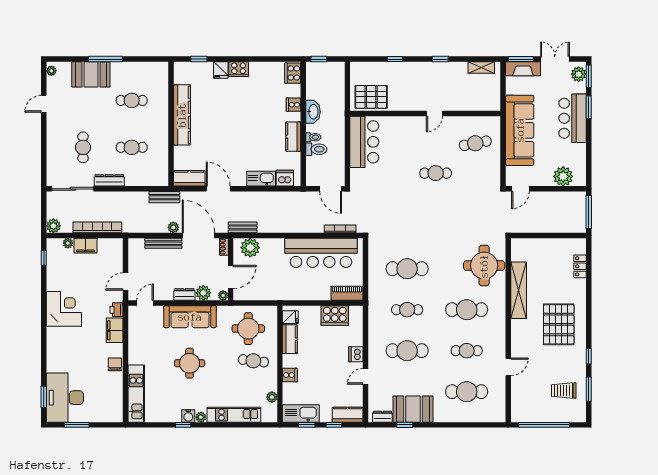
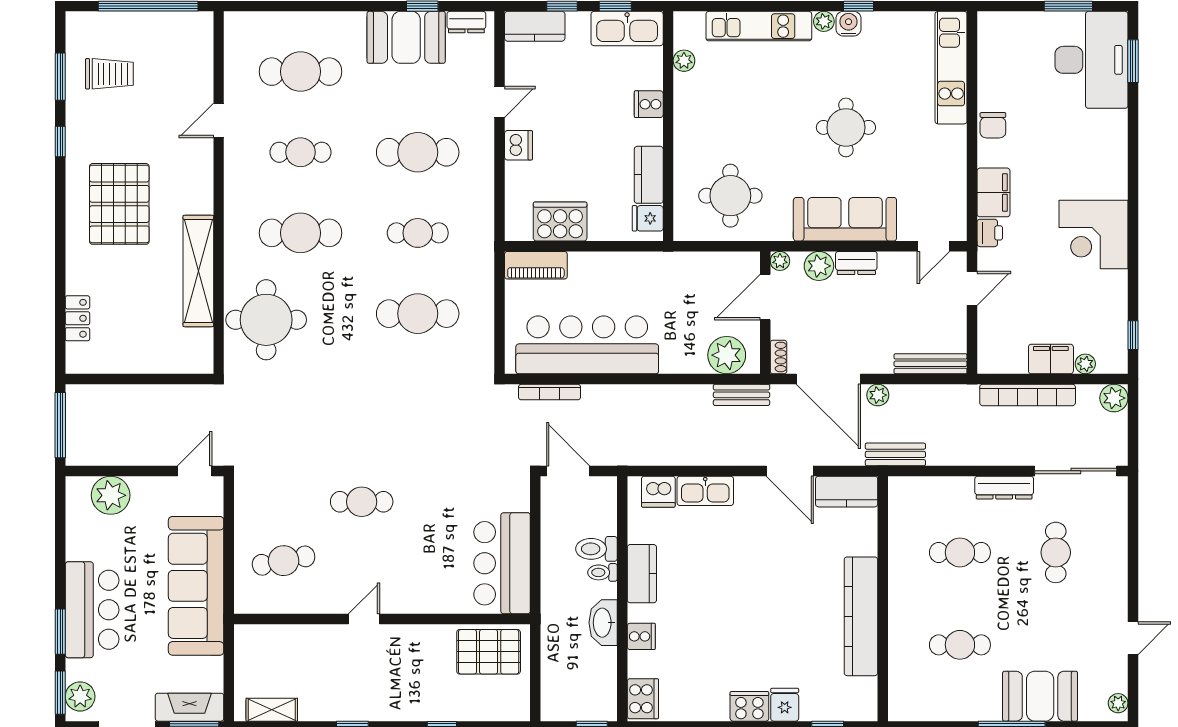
bench: (163, 243) -> (931, 364), moved
cafe table: (253, 361) -> (720, 132), removed

